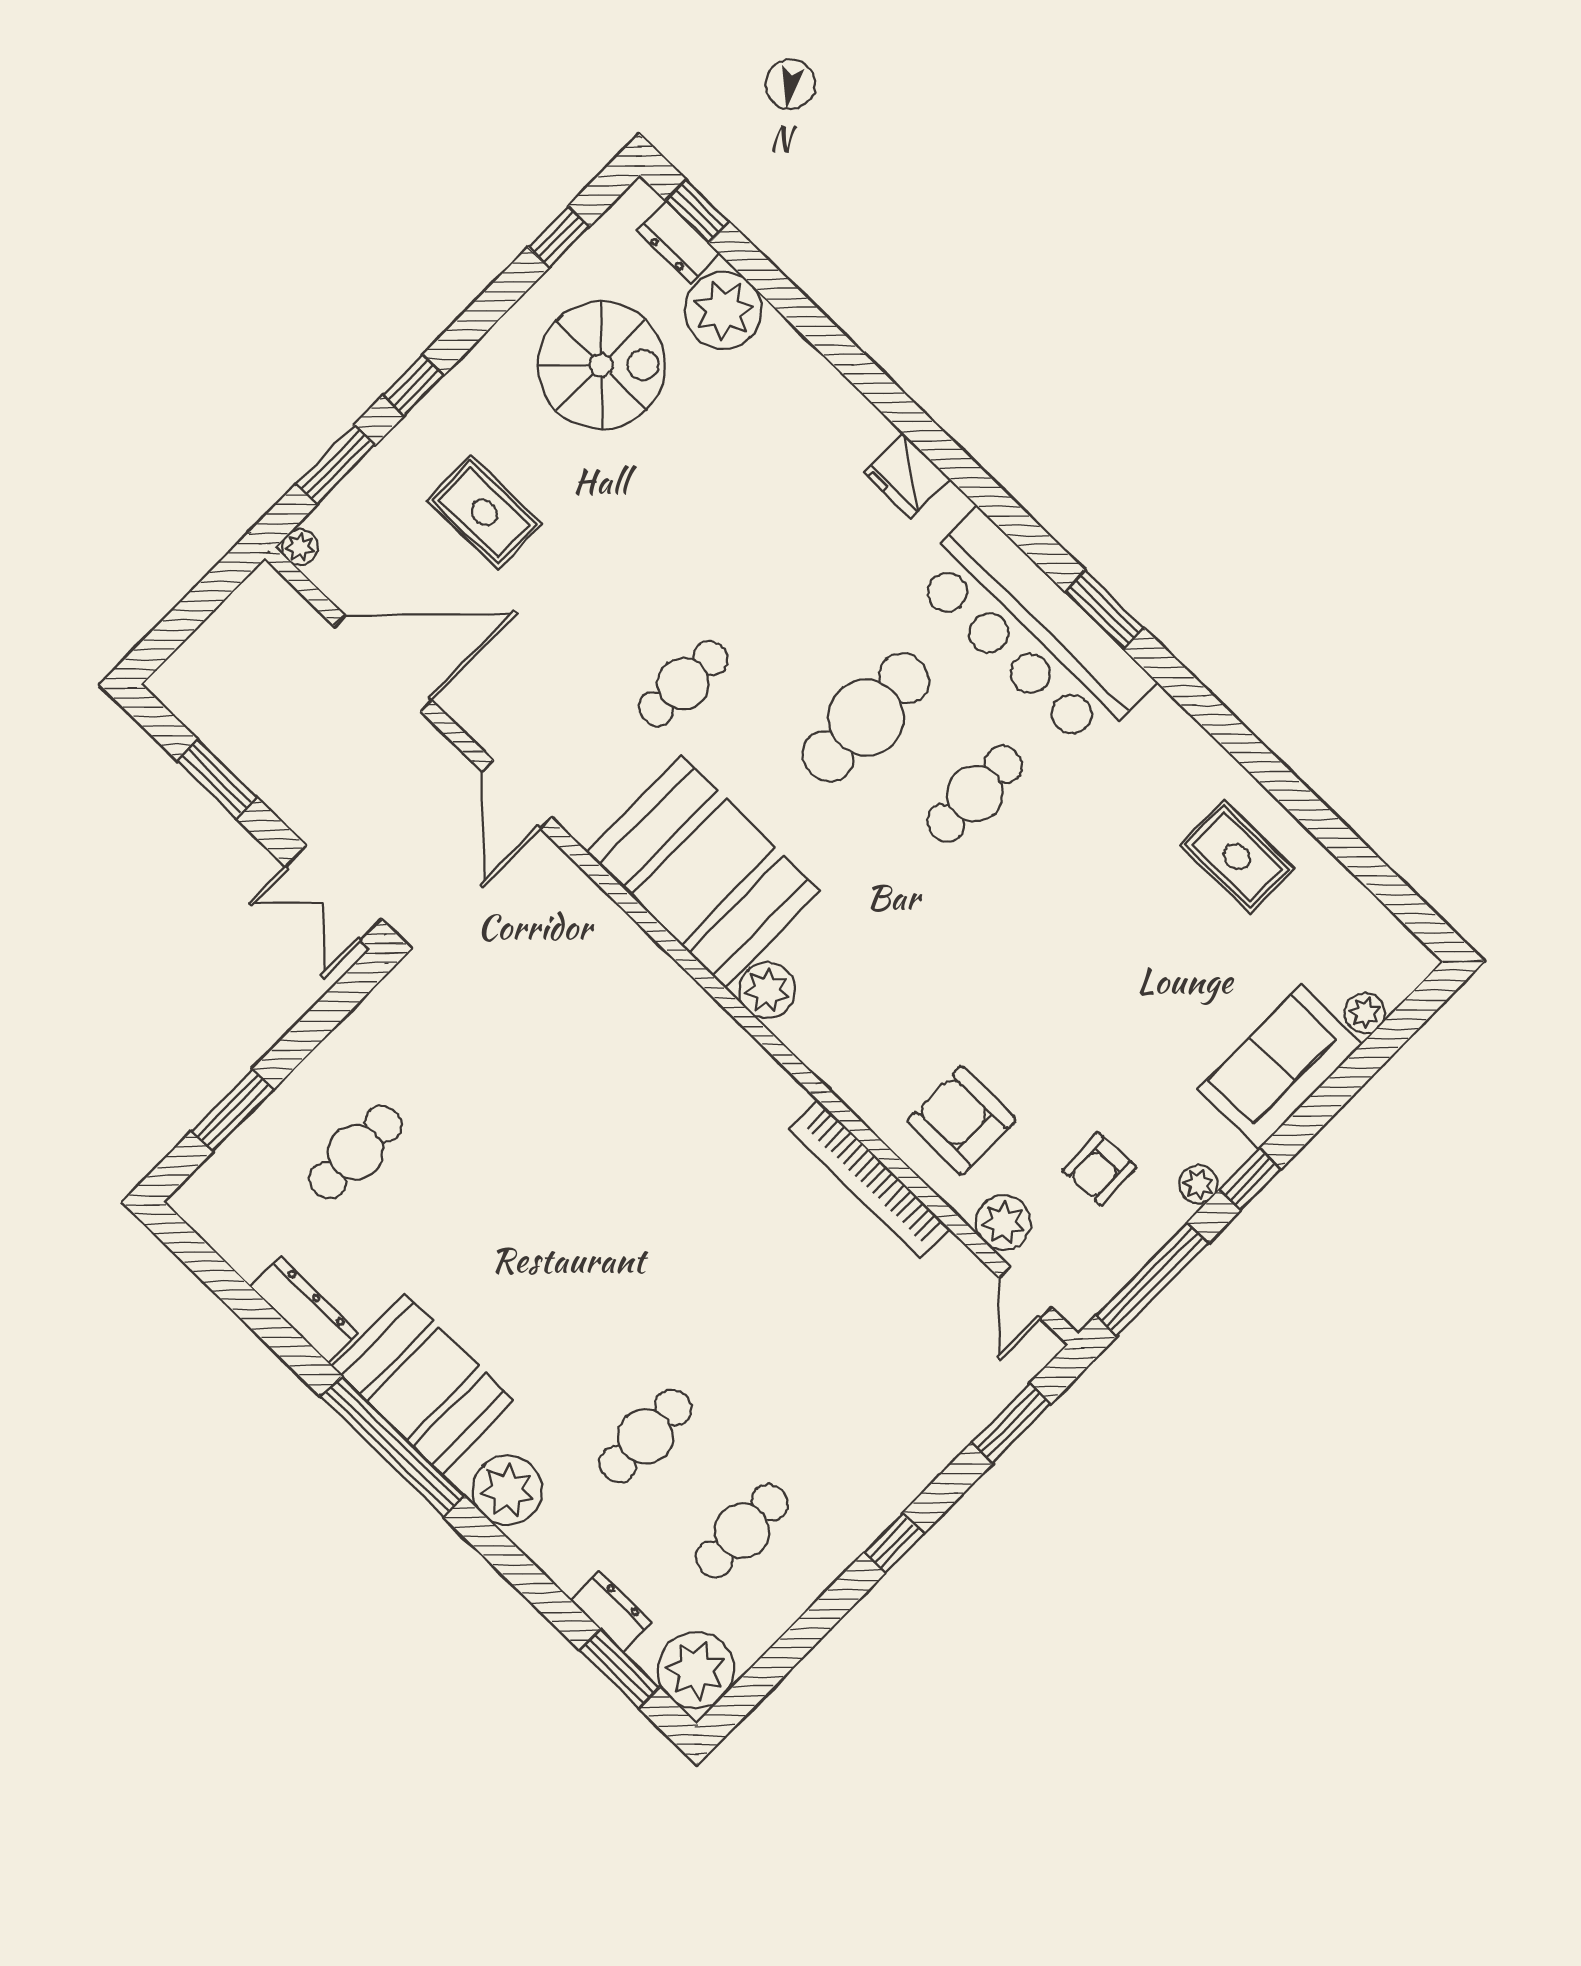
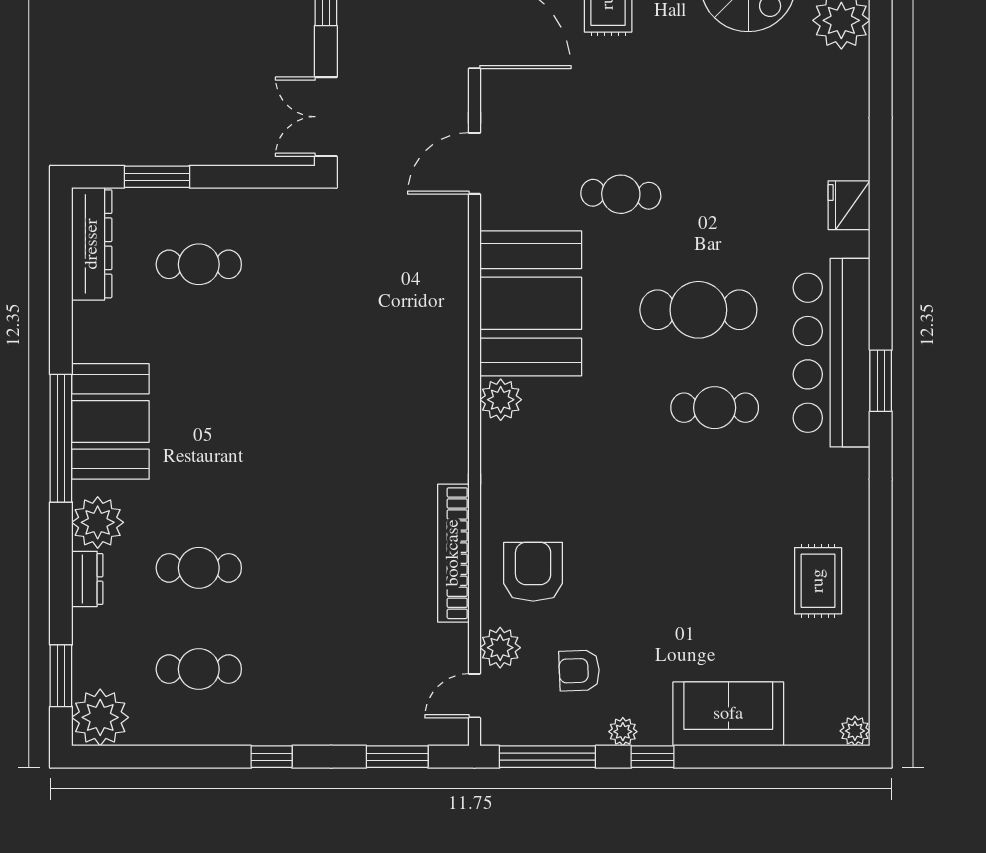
plant: (1365, 1013) -> (855, 731), moved
dresser: (304, 1310) -> (92, 244), moved, width x1.37, depth x1.24
dresser: (612, 1612) -> (87, 579), moved

